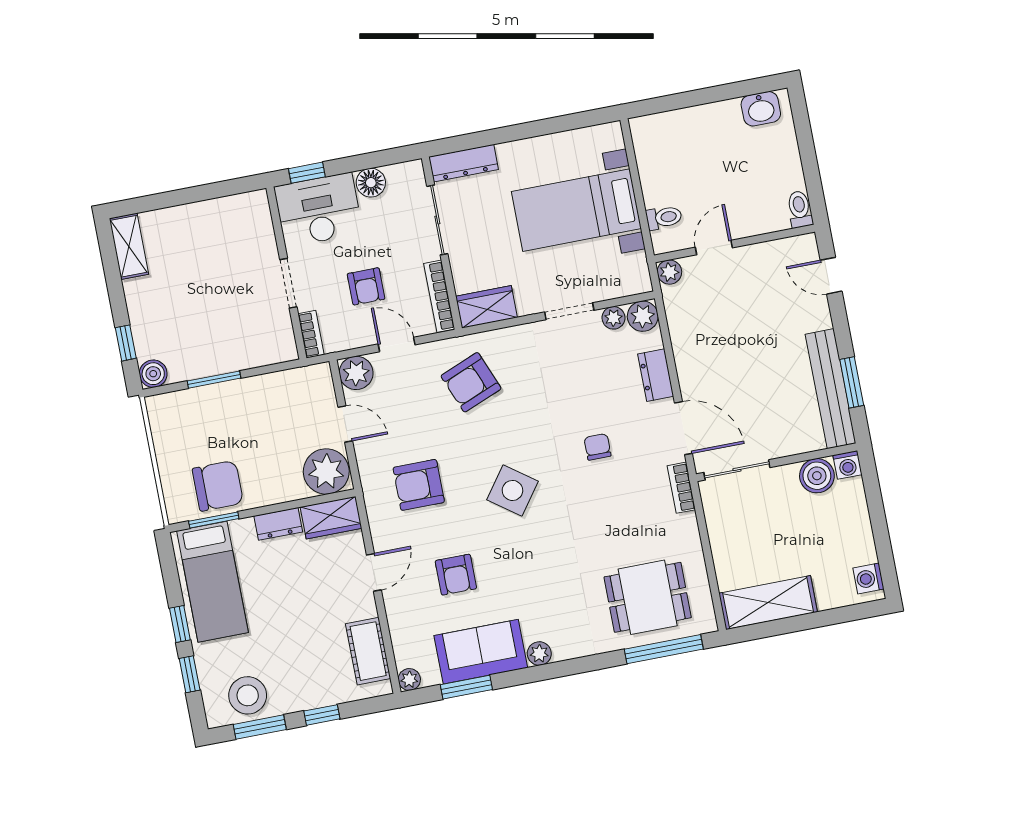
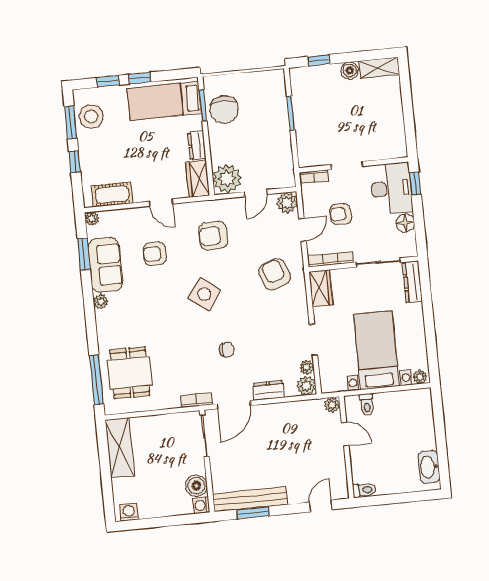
washbasin: (761, 109) -> (429, 467), width x1.38
plant: (612, 137) -> (420, 377), added
boiler: (153, 374) -> (350, 71), moved
armchair: (419, 485) -> (213, 236), turned -93

